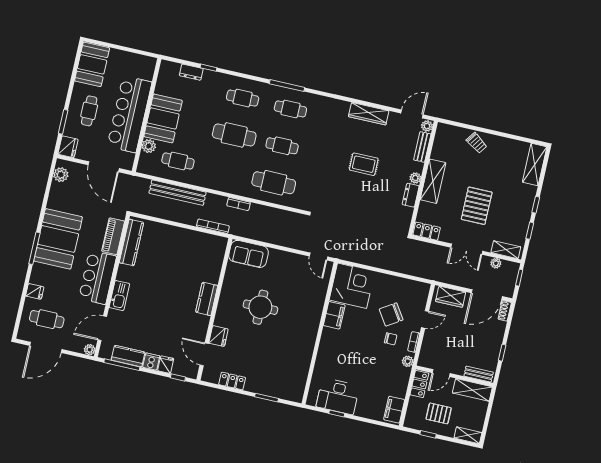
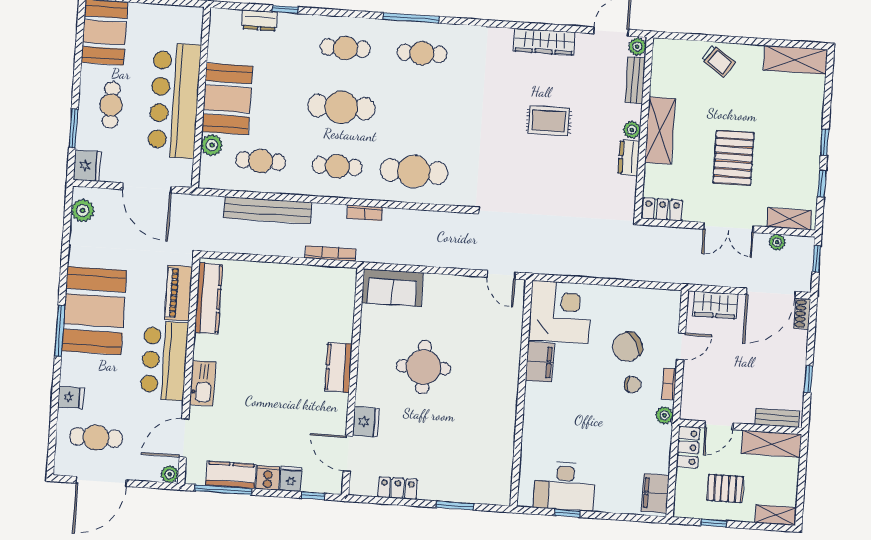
cafe table: (282, 146) -> (337, 166), moved
shelving: (535, 164) -> (795, 60), moved, turned 90

